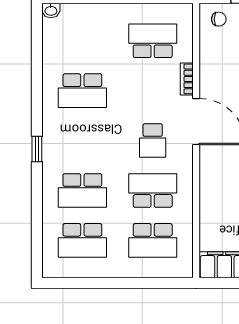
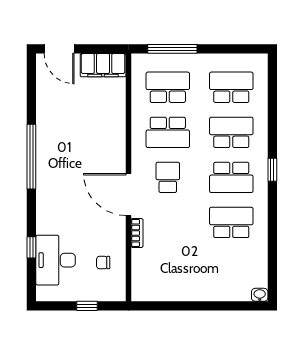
chair: (219, 19) -> (103, 263), moved
school desk: (153, 41) -> (231, 177), moved
window: (148, 283) -> (172, 49), added

